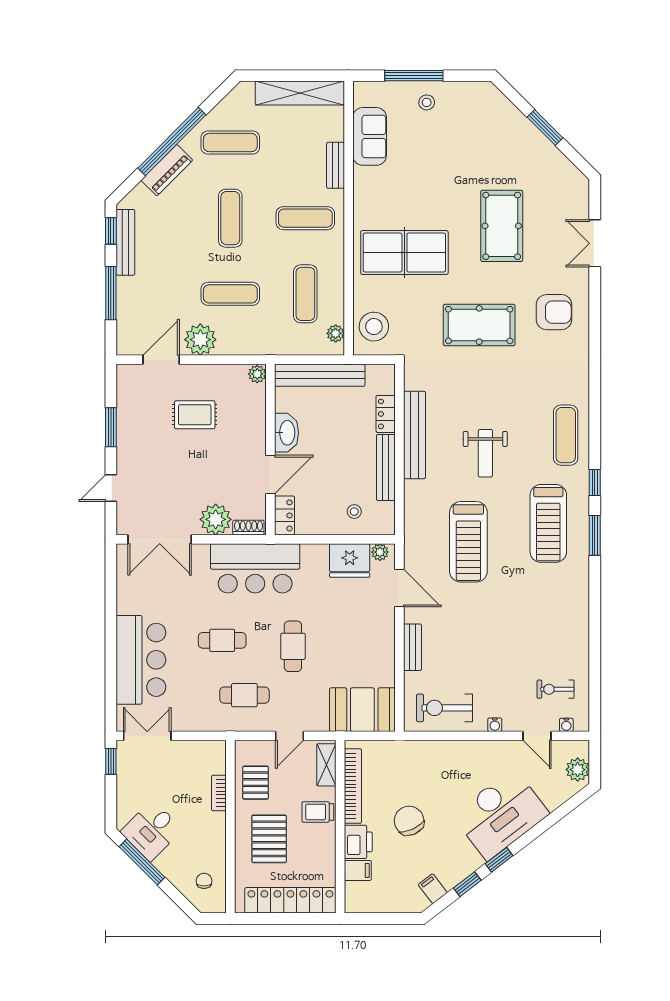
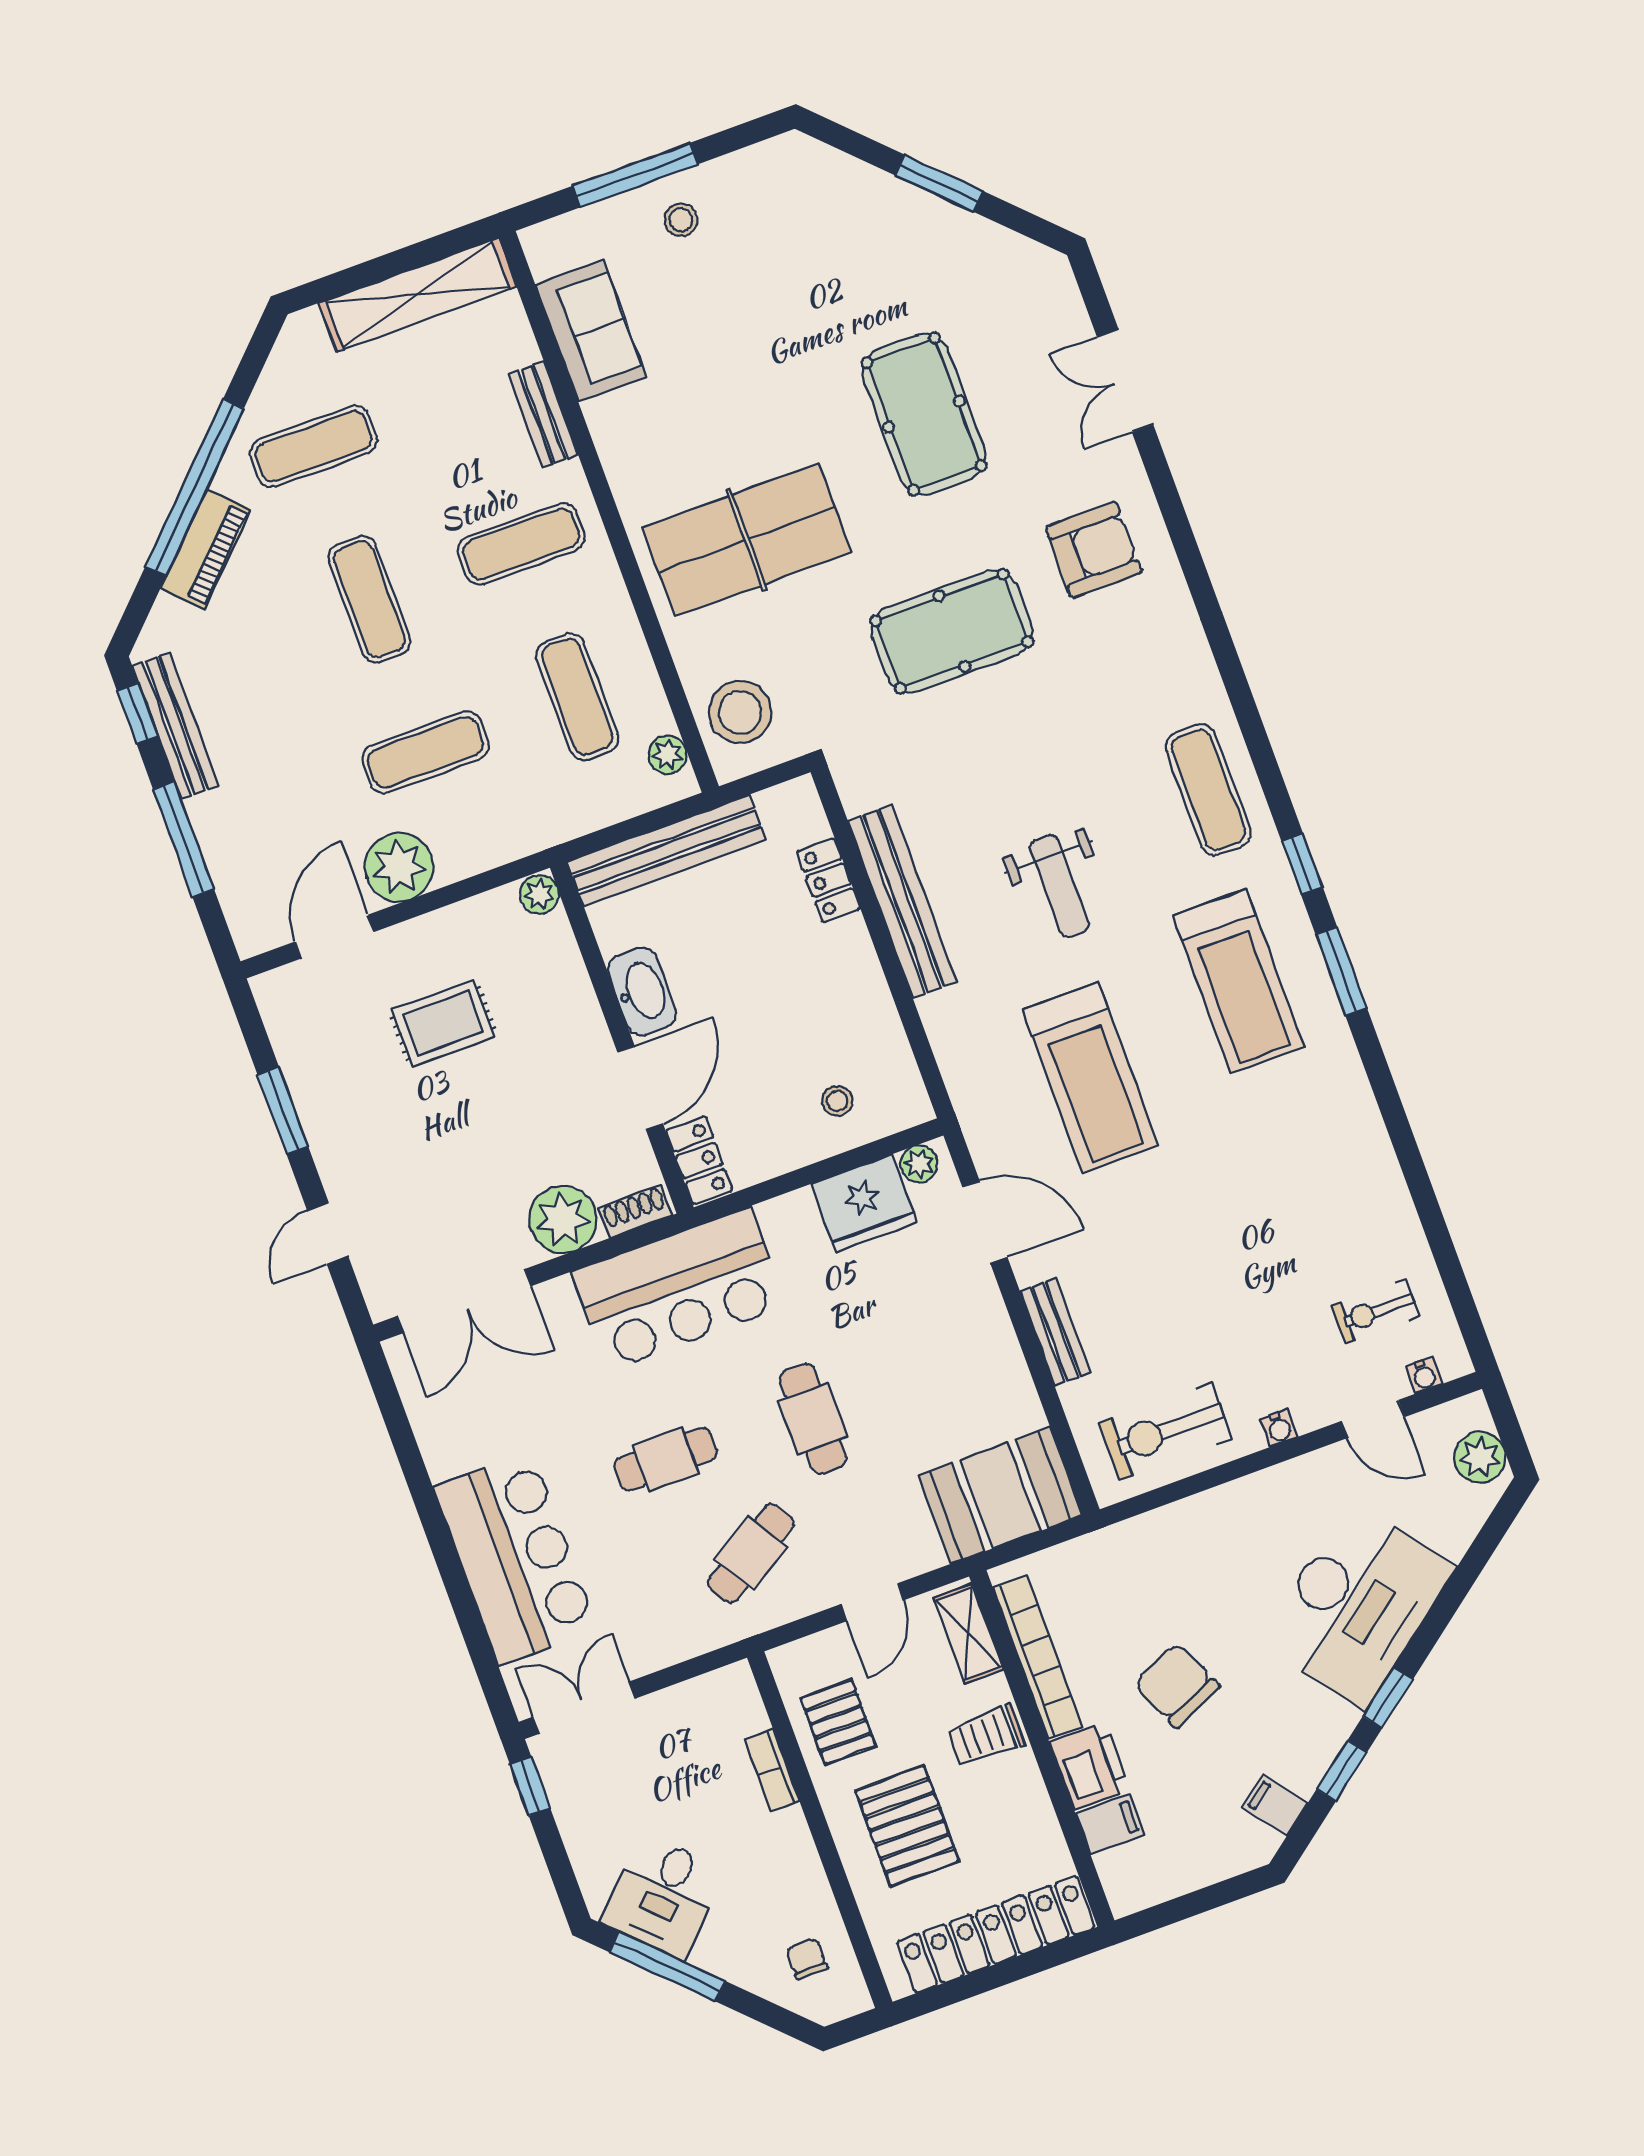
bench: (386, 467) -> (868, 988), removed
cafe table: (244, 695) -> (751, 1553), turned -32

